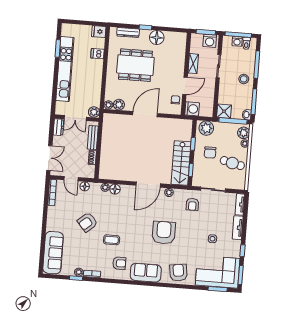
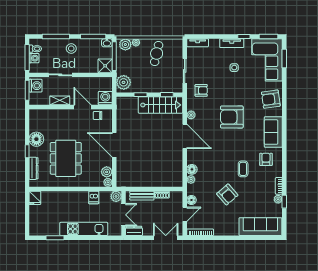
dishwasher: (97, 54) -> (94, 197), moved
kitchen unit: (65, 69) -> (84, 229), width x0.73
chair: (210, 153) -> (148, 77), removed
tv unit: (238, 228) -> (232, 43), moved

